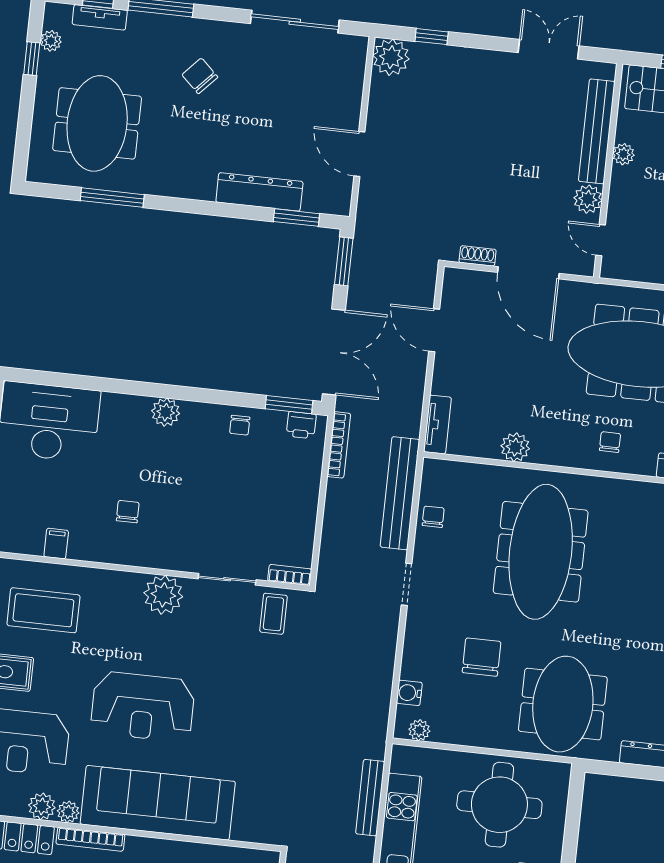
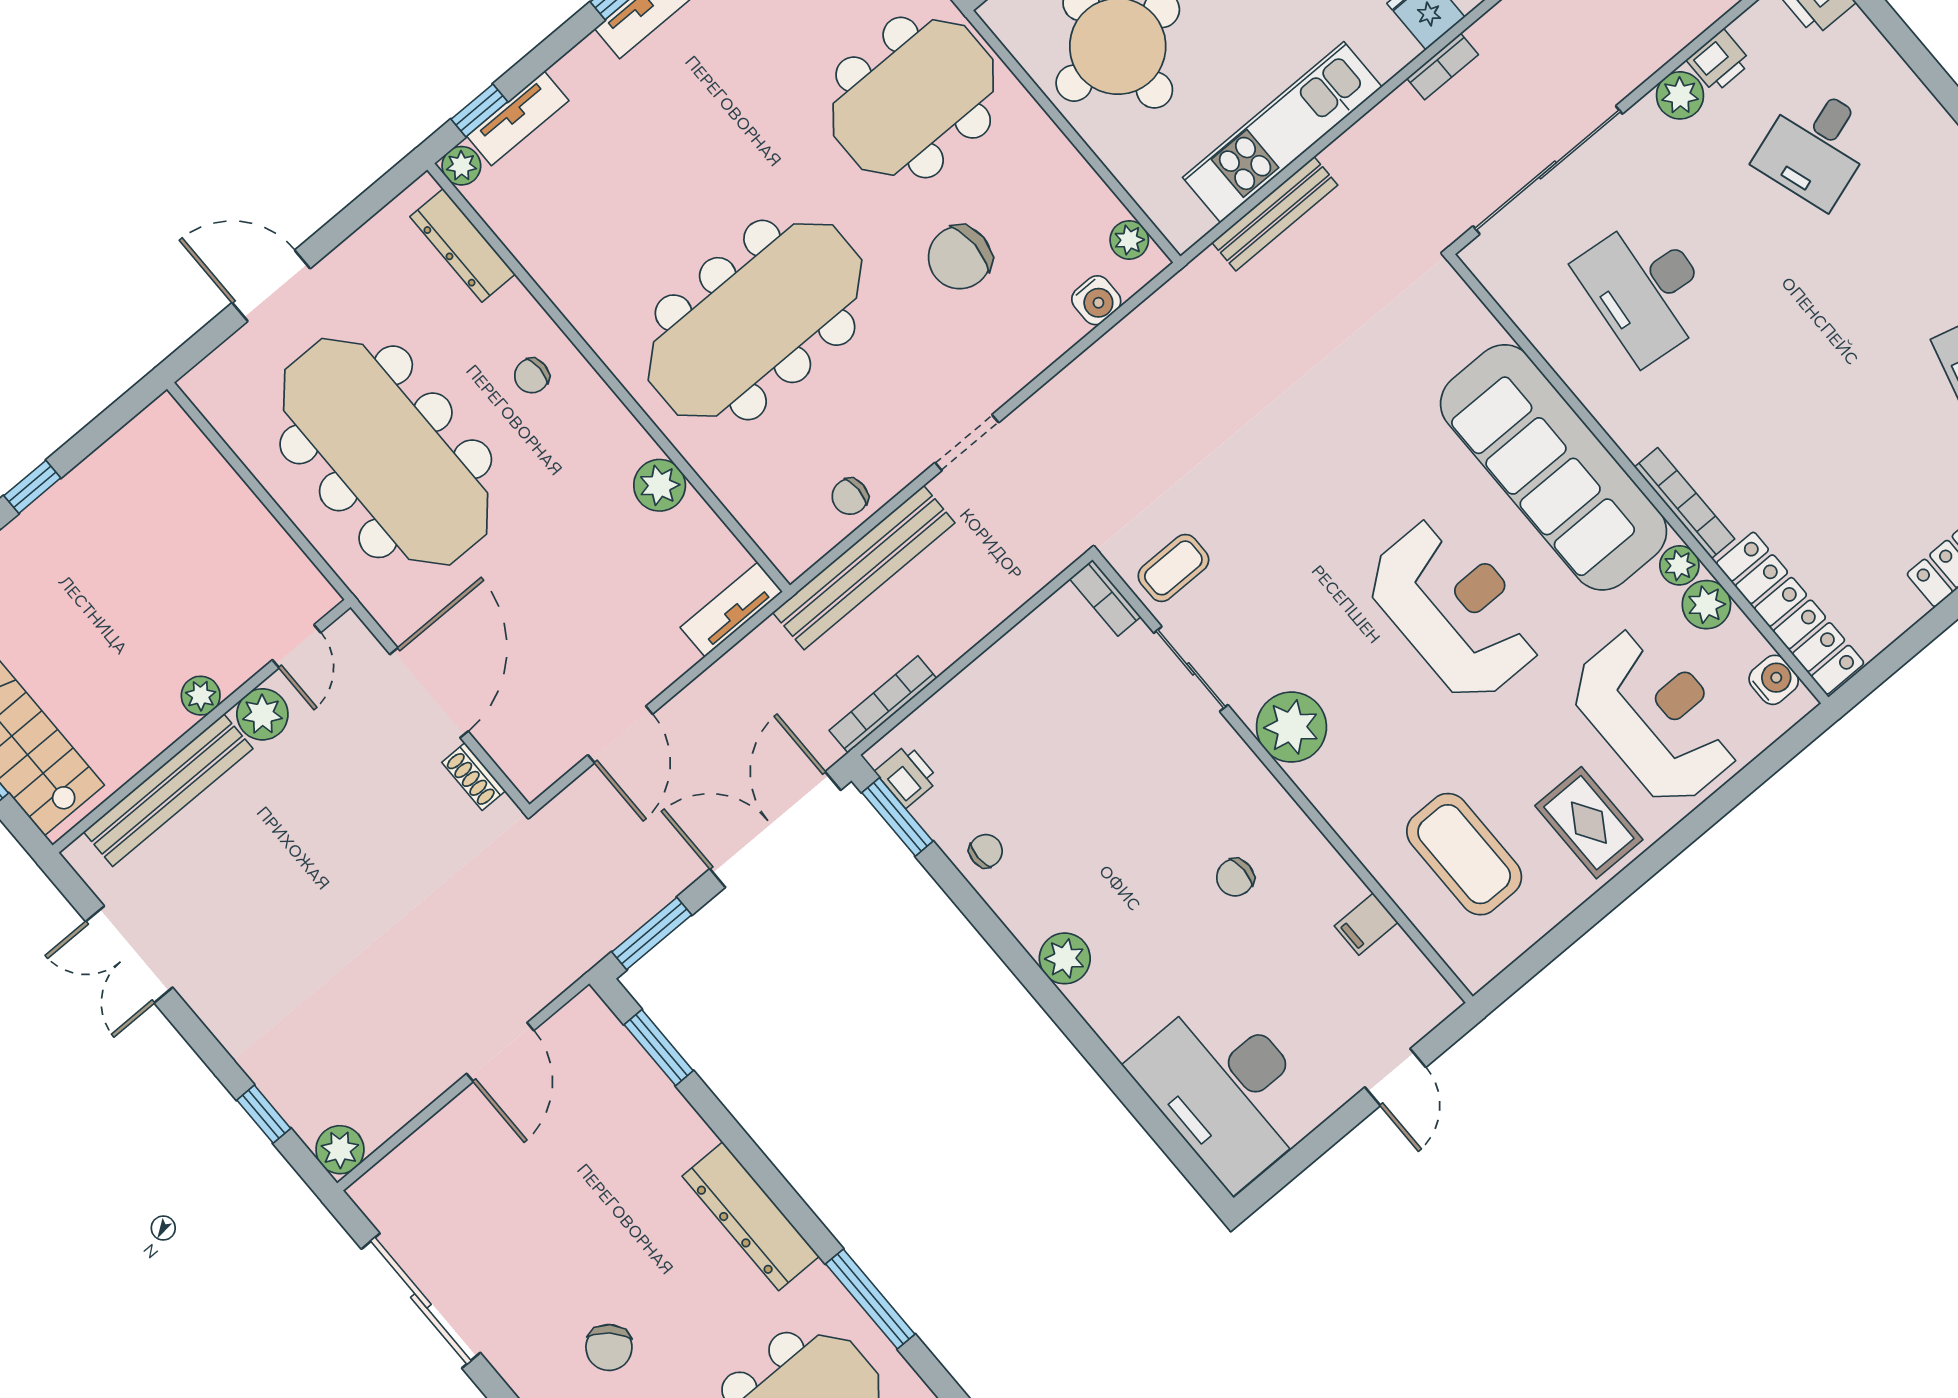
plant: (391, 57) -> (340, 1150), width x0.73, depth x0.73
plant: (623, 154) -> (201, 696), moved
dresser: (259, 192) -> (751, 1216), moved

